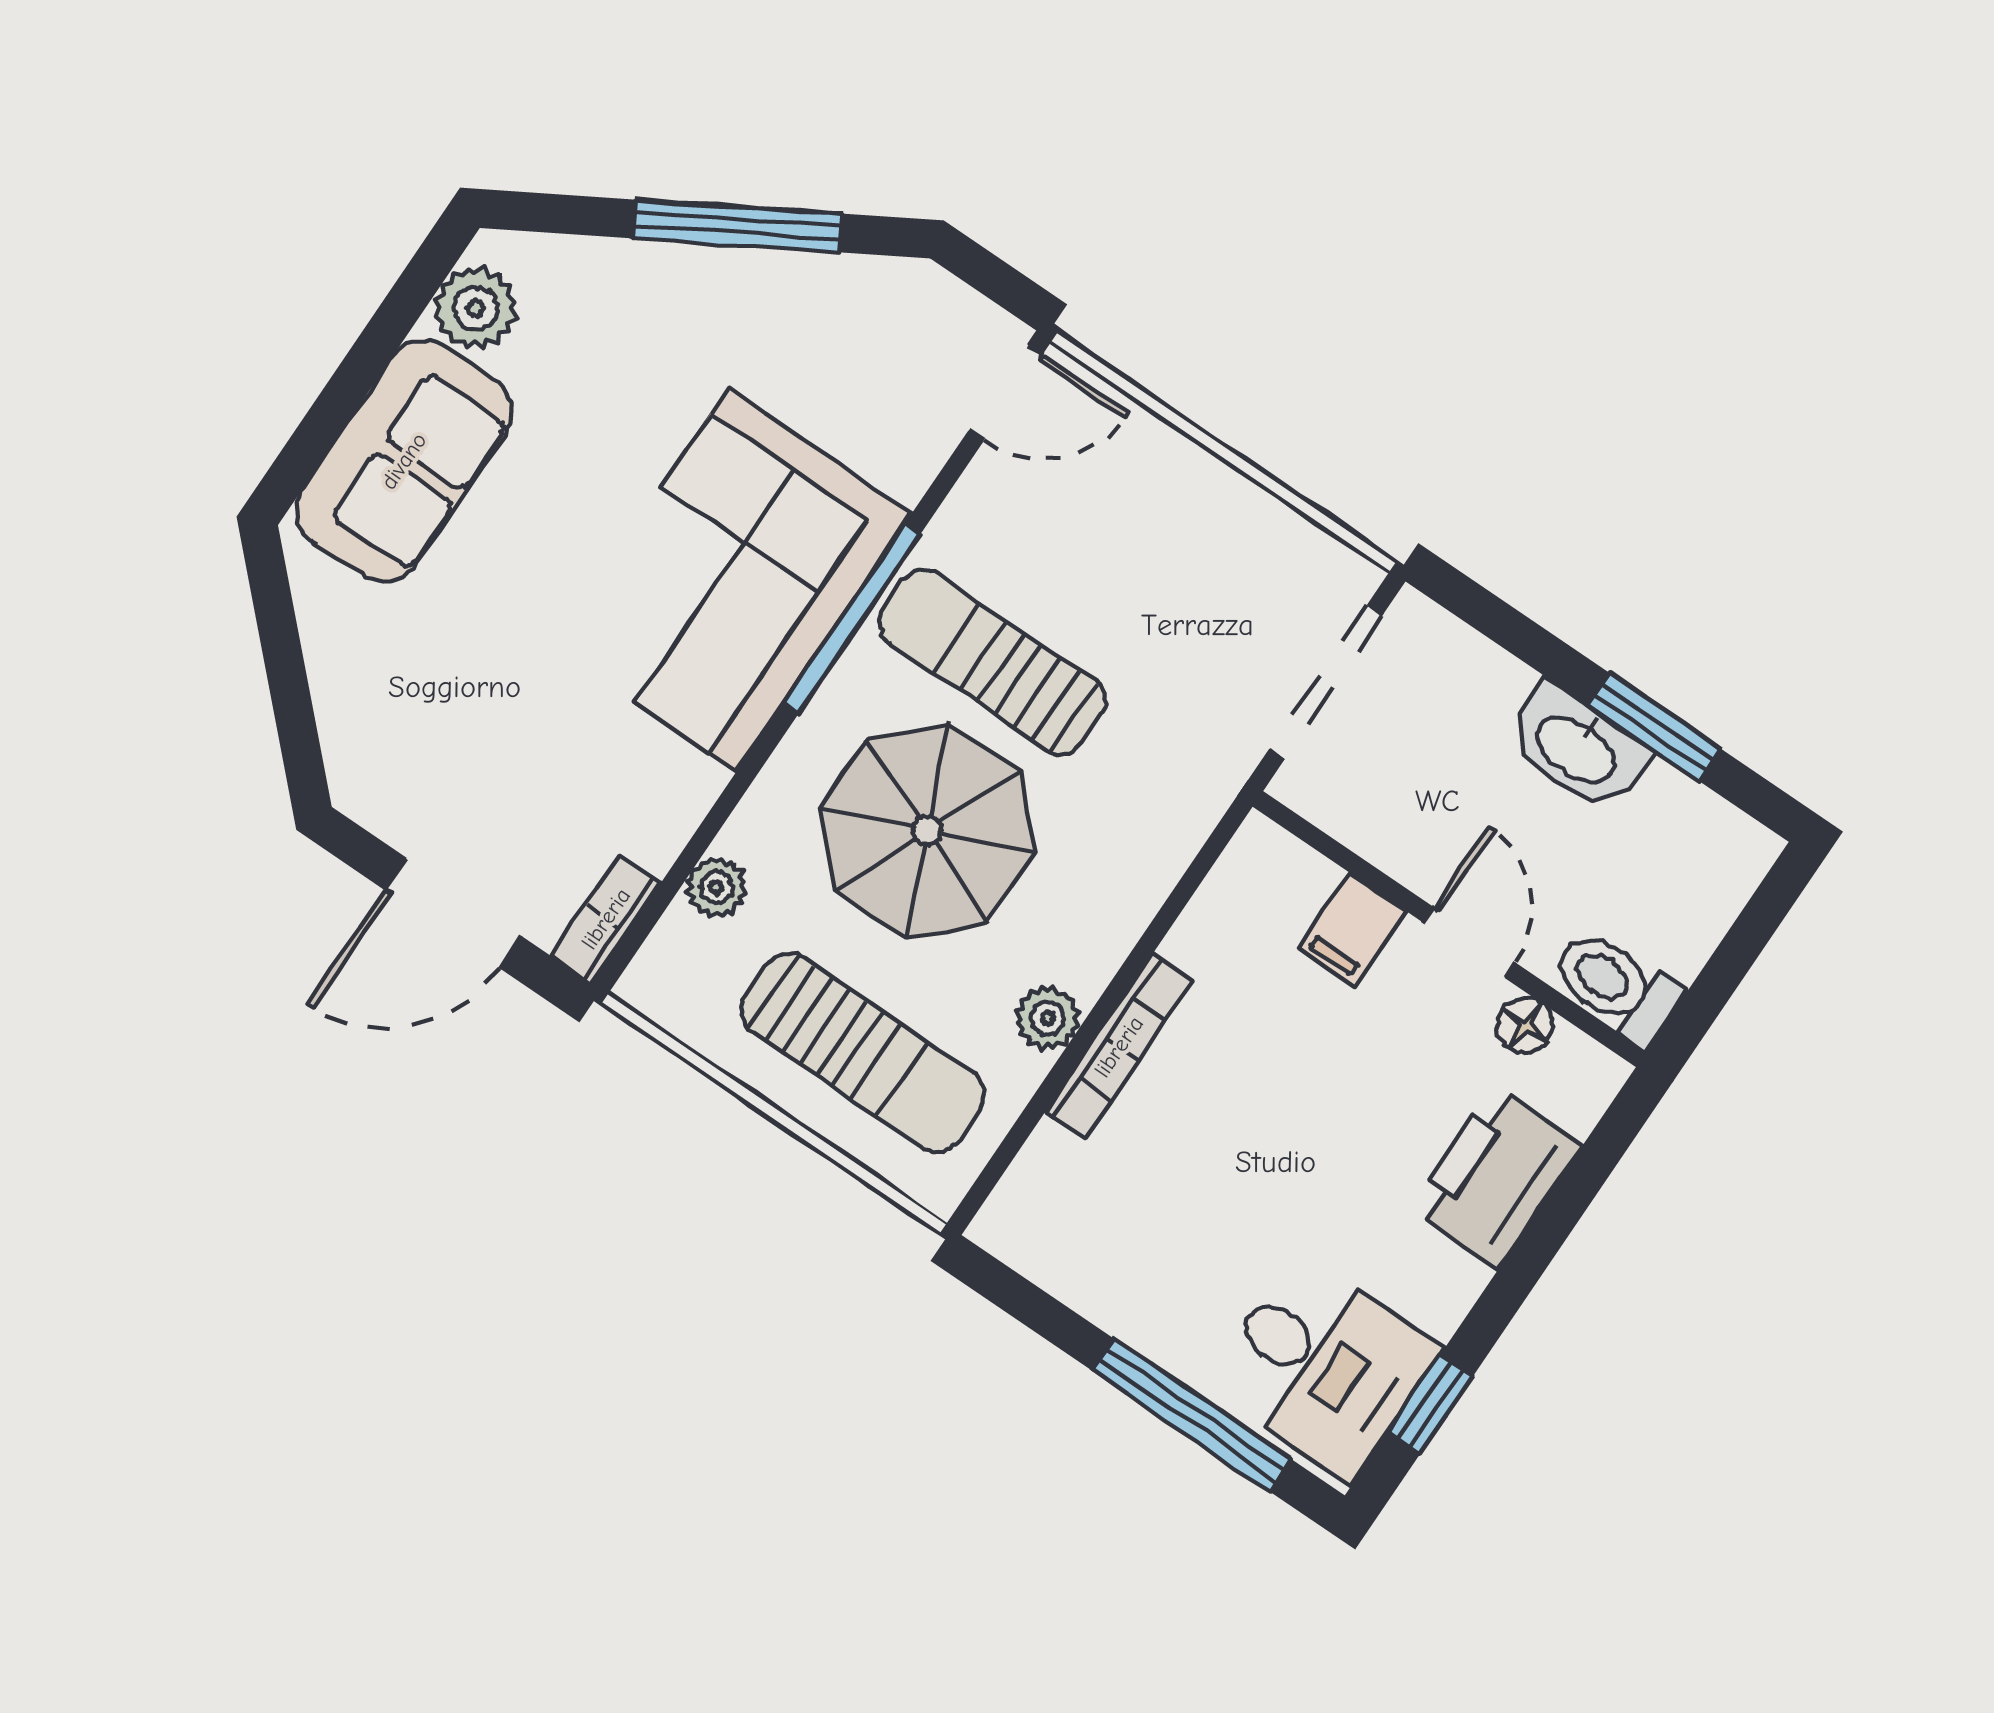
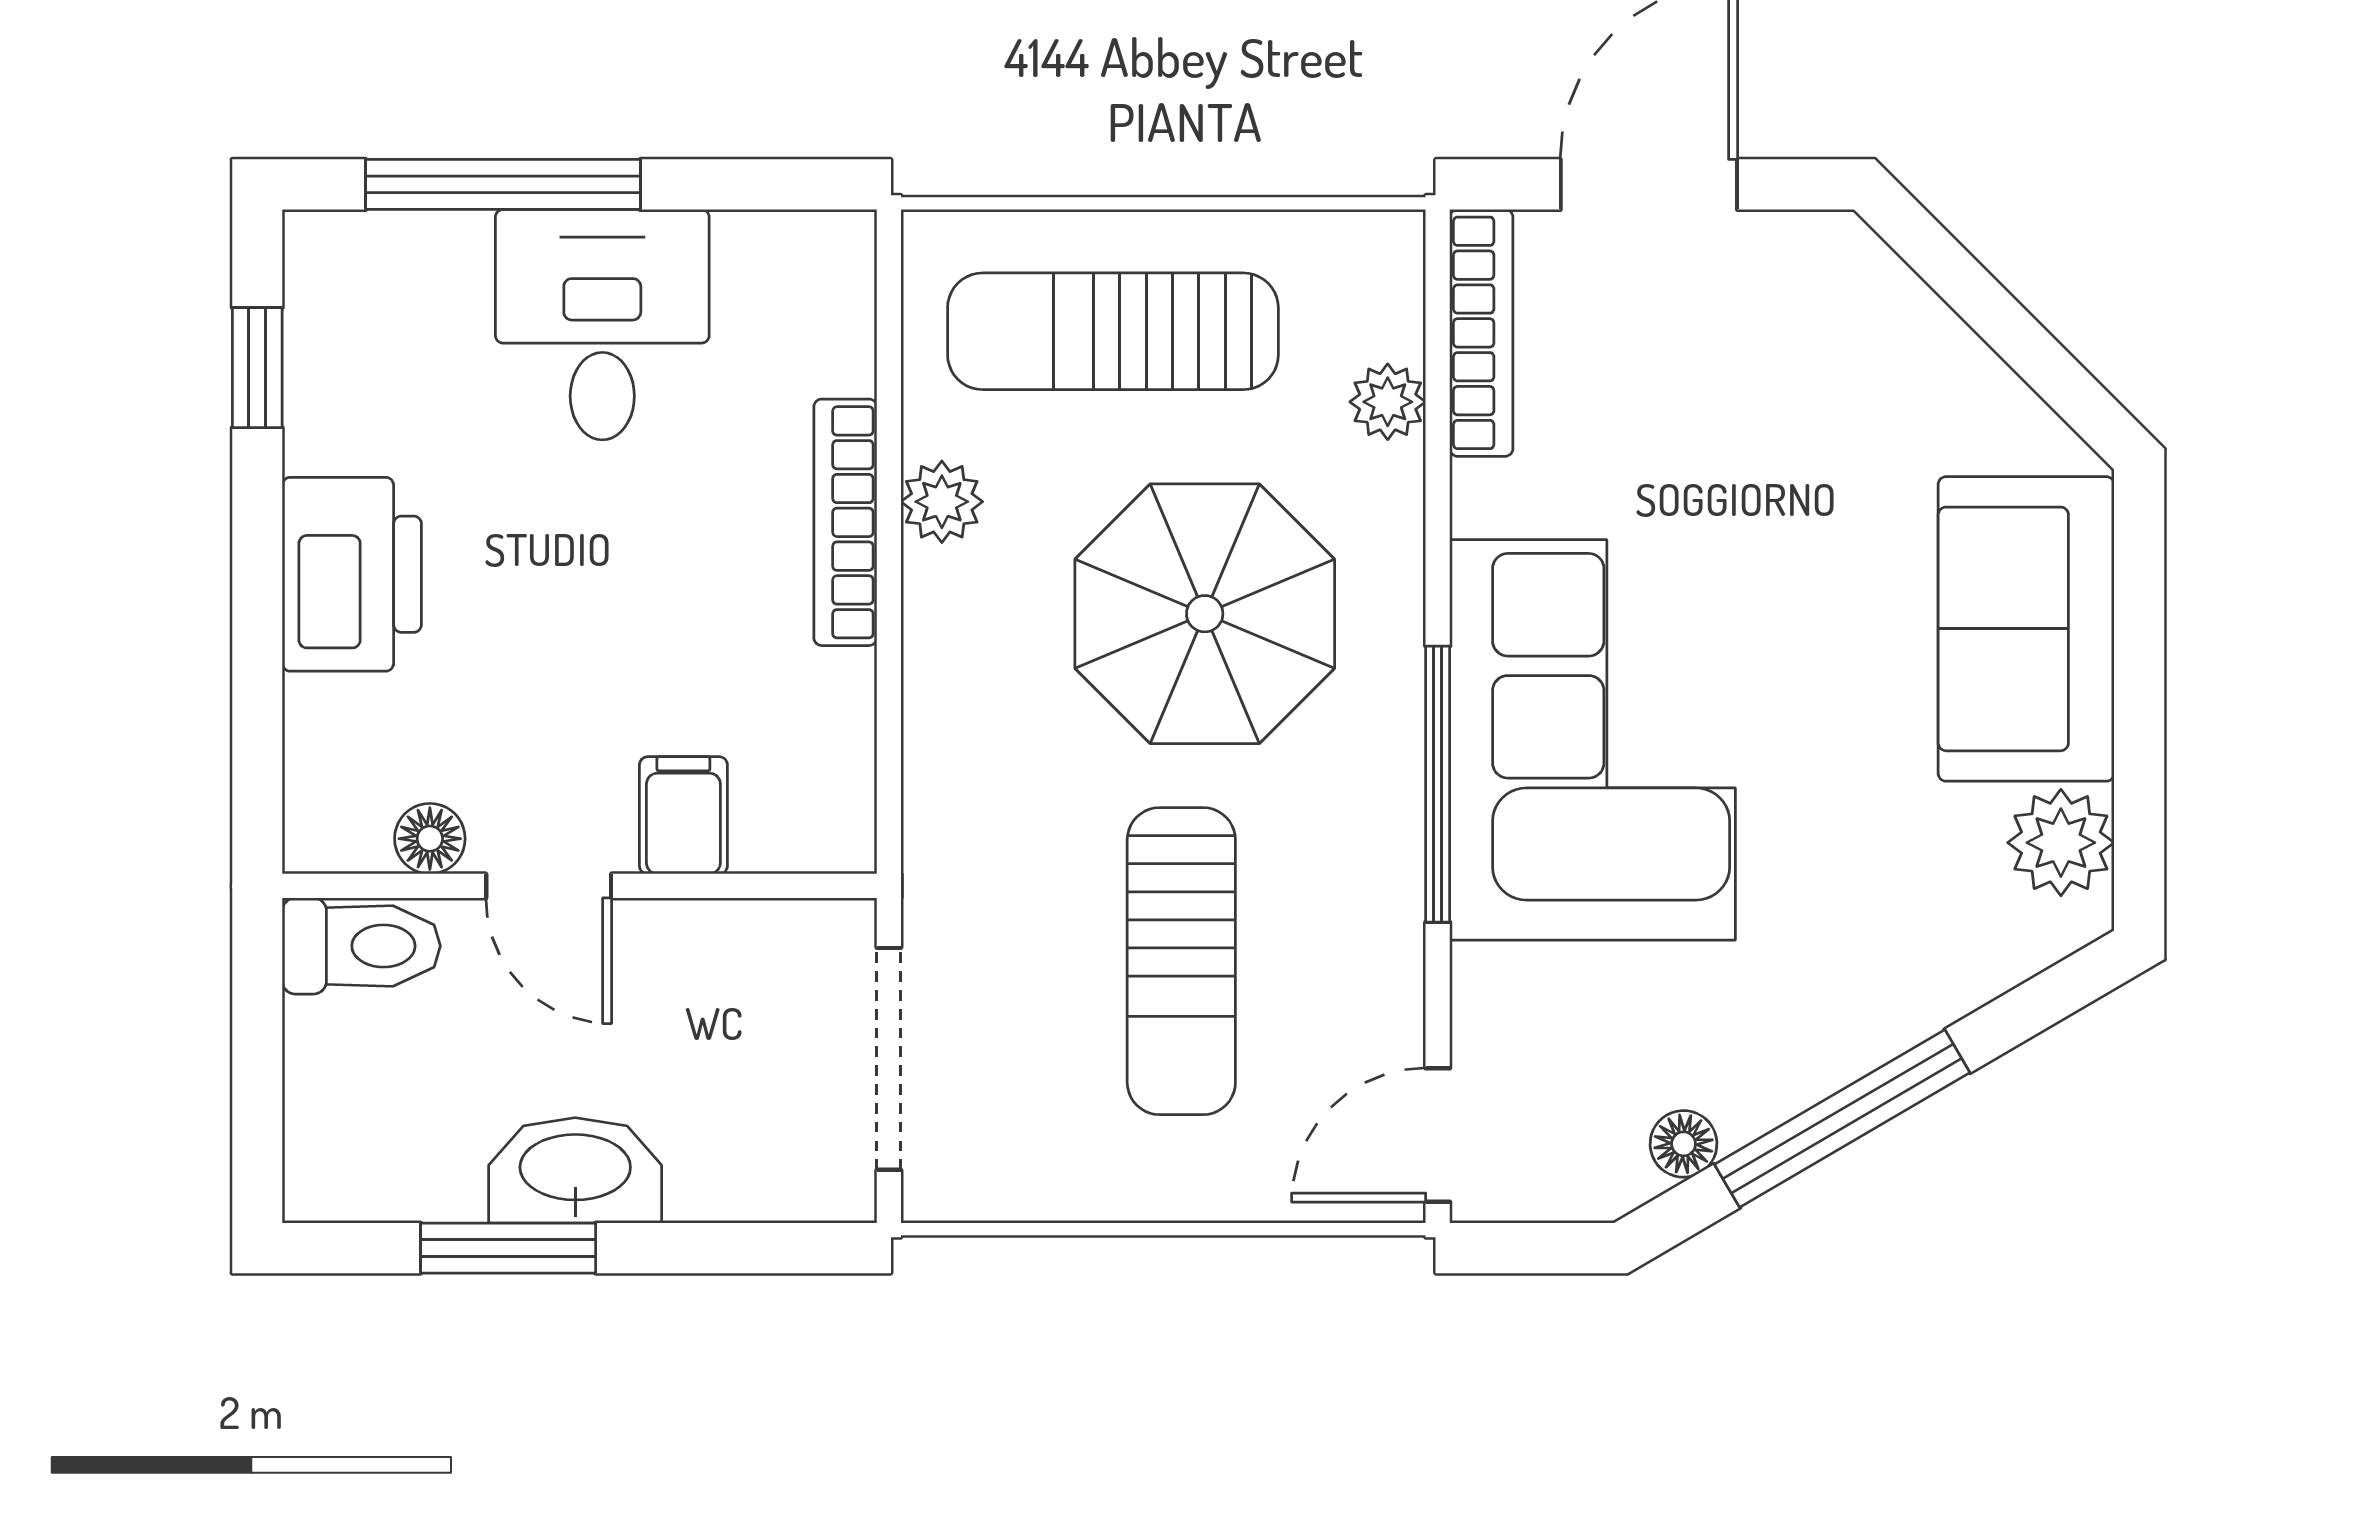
floor lamp: (851, 279) -> (1684, 1144), added
sun lounger: (992, 662) -> (1181, 961), moved, turned 90
bookcase: (606, 919) -> (1481, 333), width x1.56
printer: (1495, 1177) -> (352, 574), moved
desk: (1324, 1367) -> (602, 325), moved, turned 90

